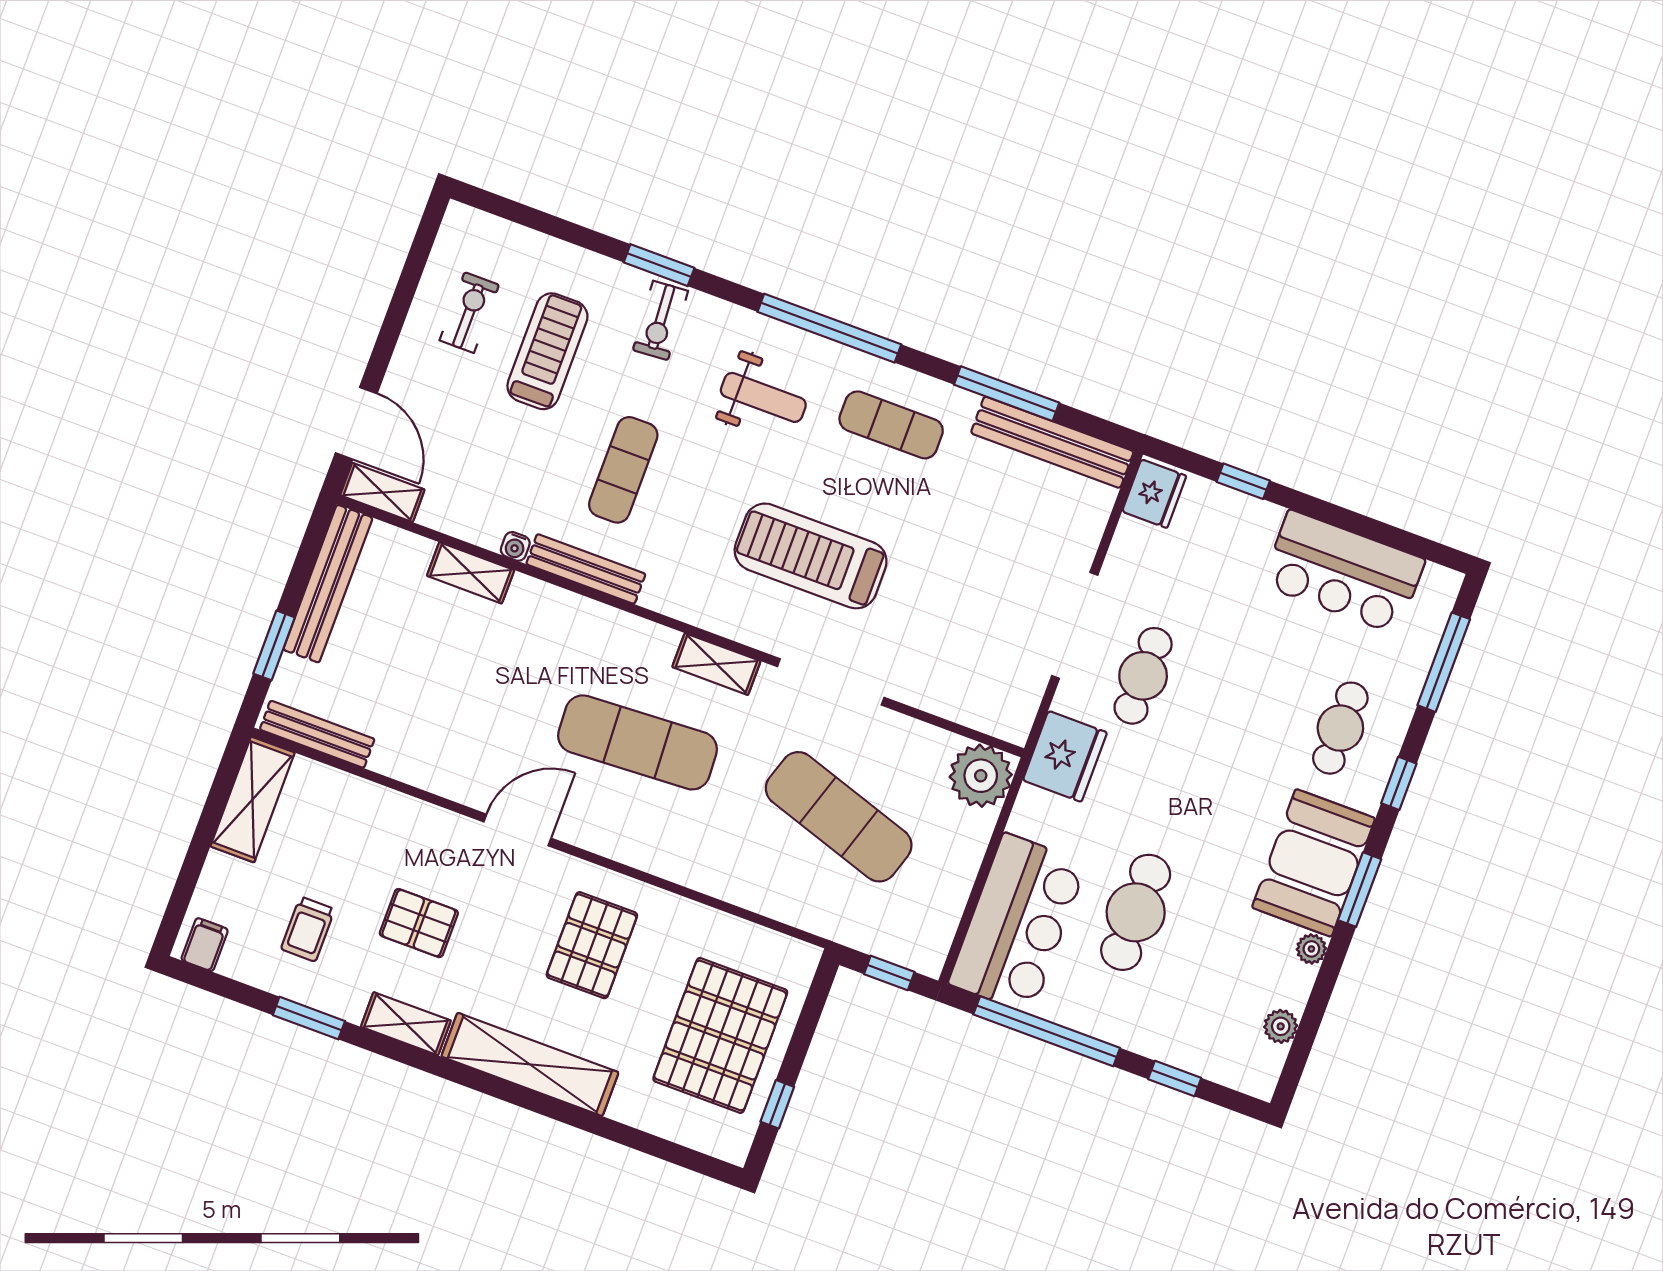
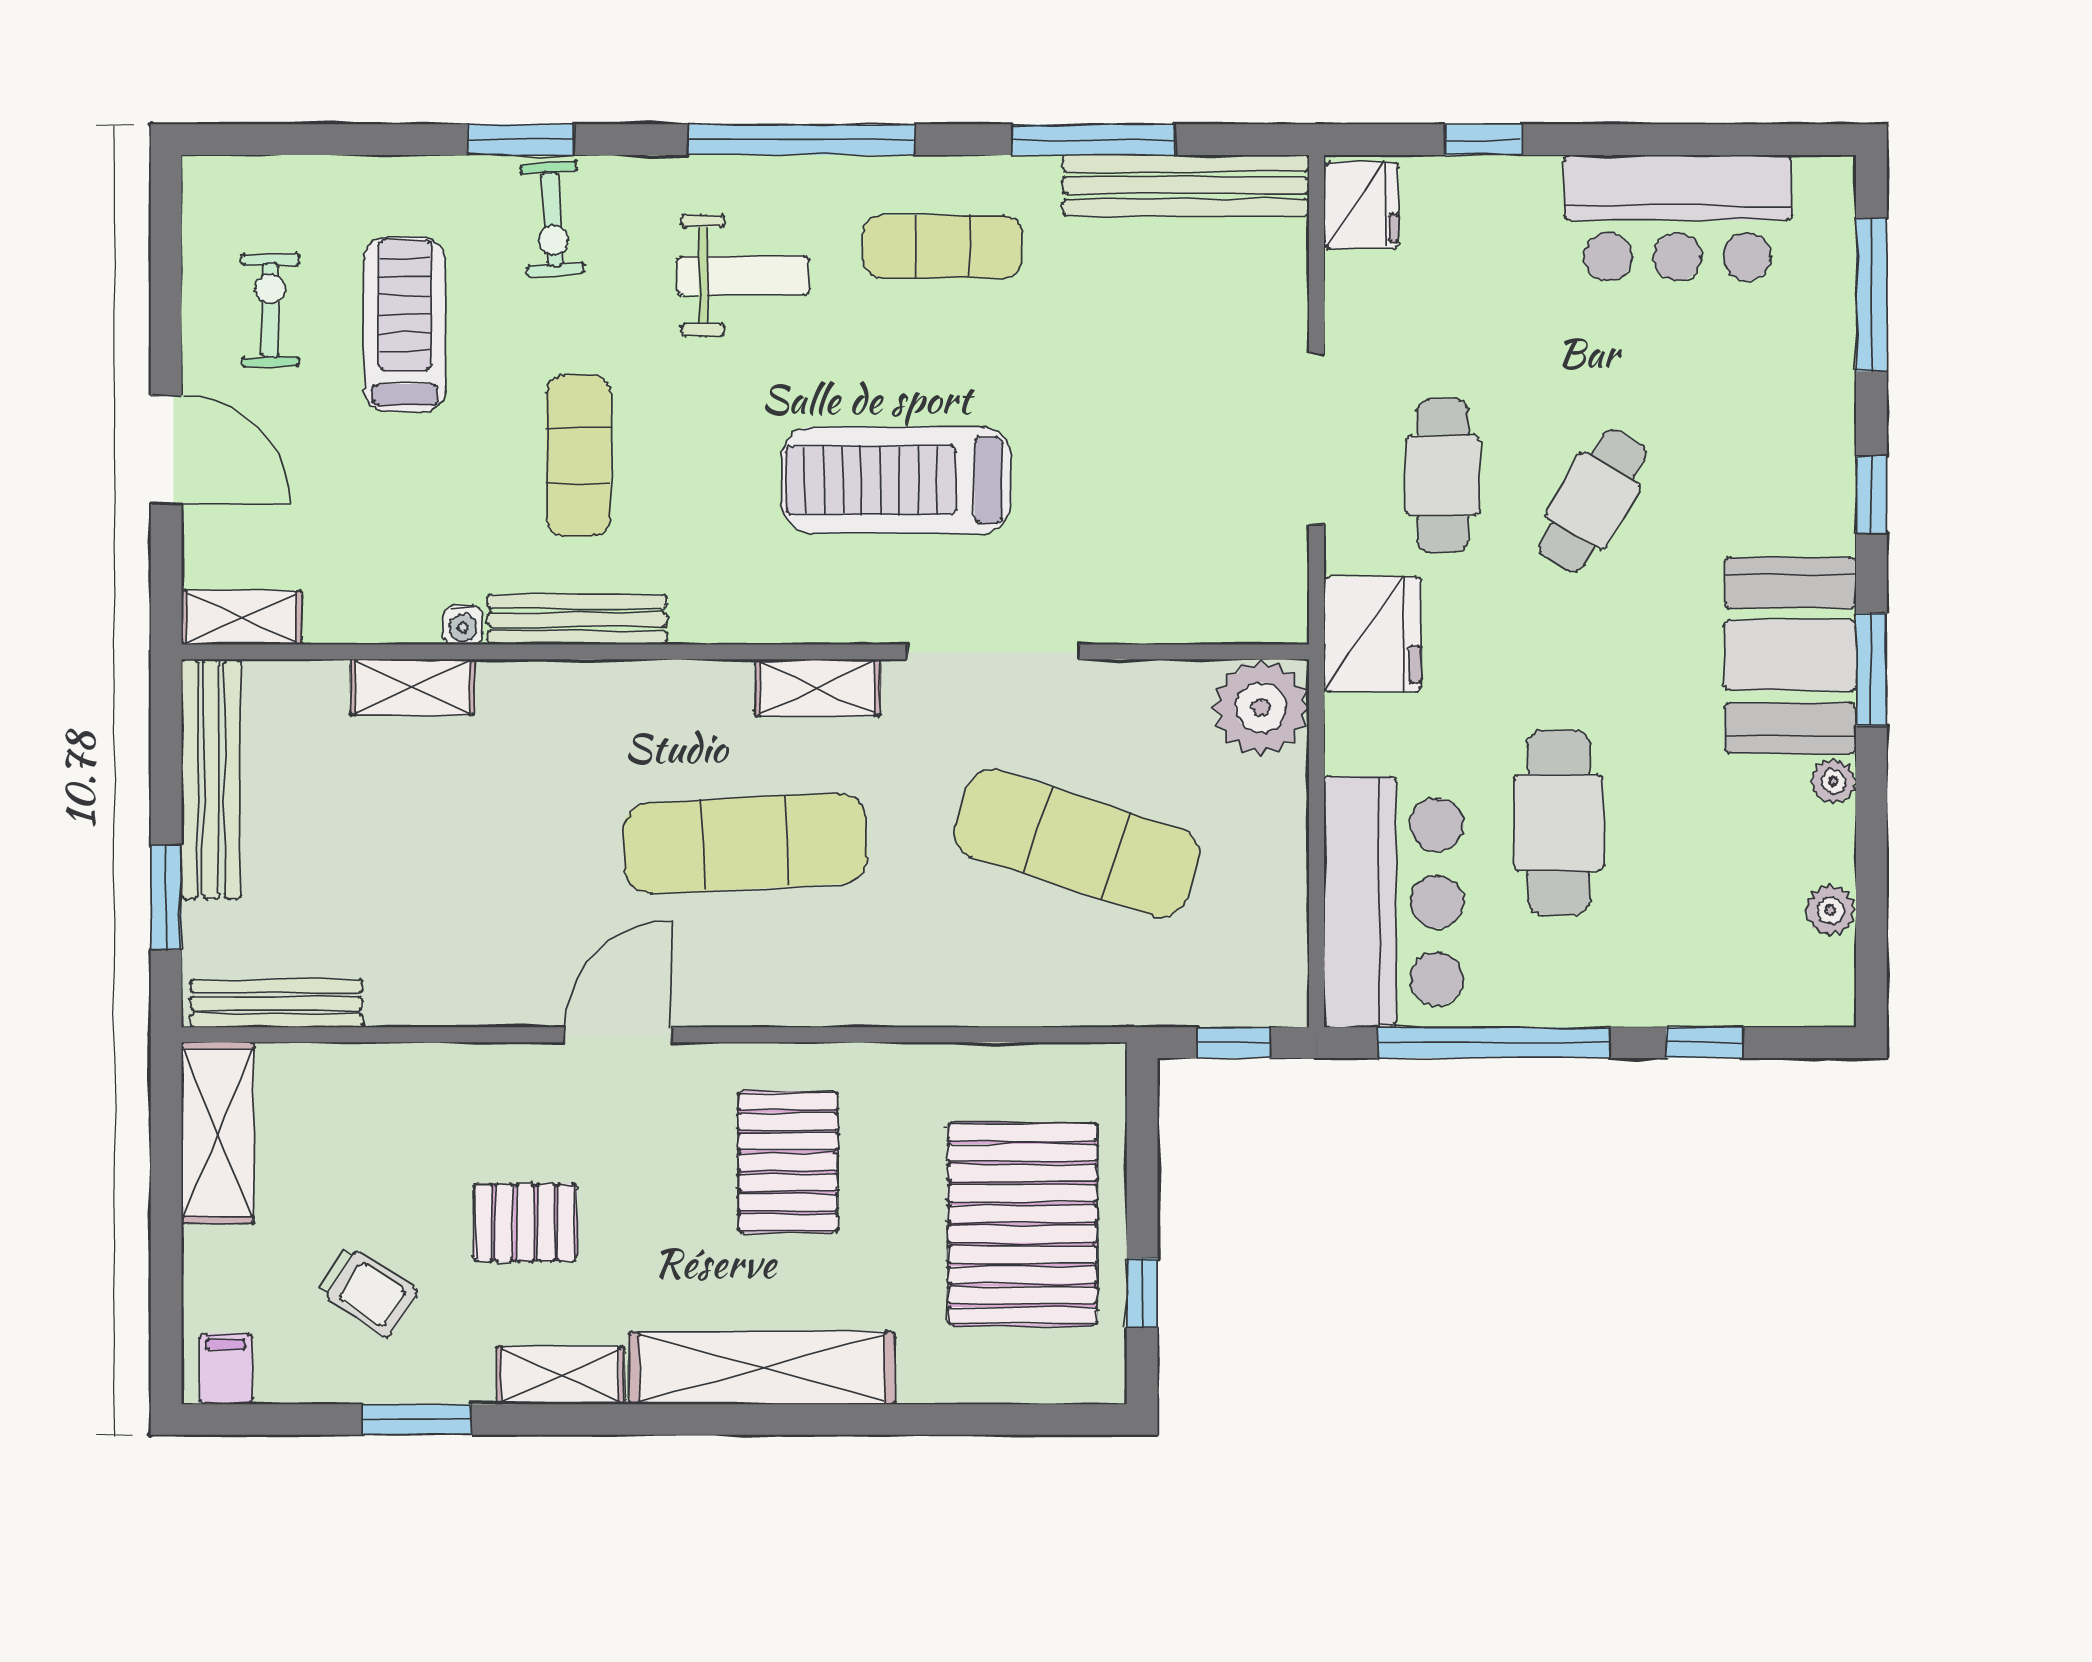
door: (356, 423) -> (166, 450), moved
cafe table: (1340, 728) -> (1593, 501), moved, turned 30
trolley: (308, 929) -> (367, 1291), turned -57

